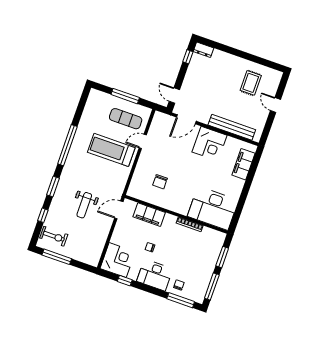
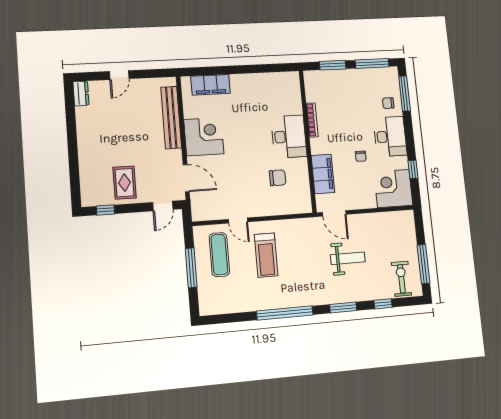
dresser: (203, 50) -> (81, 93), moved
rug: (251, 83) -> (125, 183), moved, turned 90
treadmill: (111, 150) -> (266, 255), width x0.73, depth x0.73
desk: (213, 208) -> (289, 137), moved, width x0.73, depth x0.77

